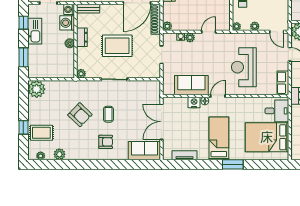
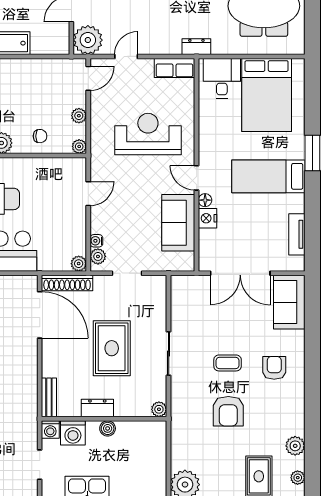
door: (209, 32) -> (88, 194), swing flipped
plant: (190, 38) -> (98, 256), moved
reception desk: (244, 67) -> (148, 134), turned 180
armchair: (80, 115) -> (228, 411), turned 136

